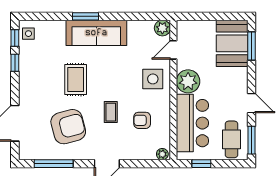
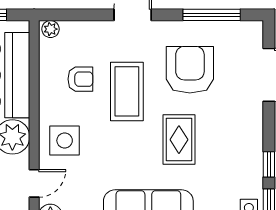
coffee table: (111, 112) -> (127, 91), width x1.86, depth x1.72
armchair: (68, 127) -> (190, 70), turned 105

